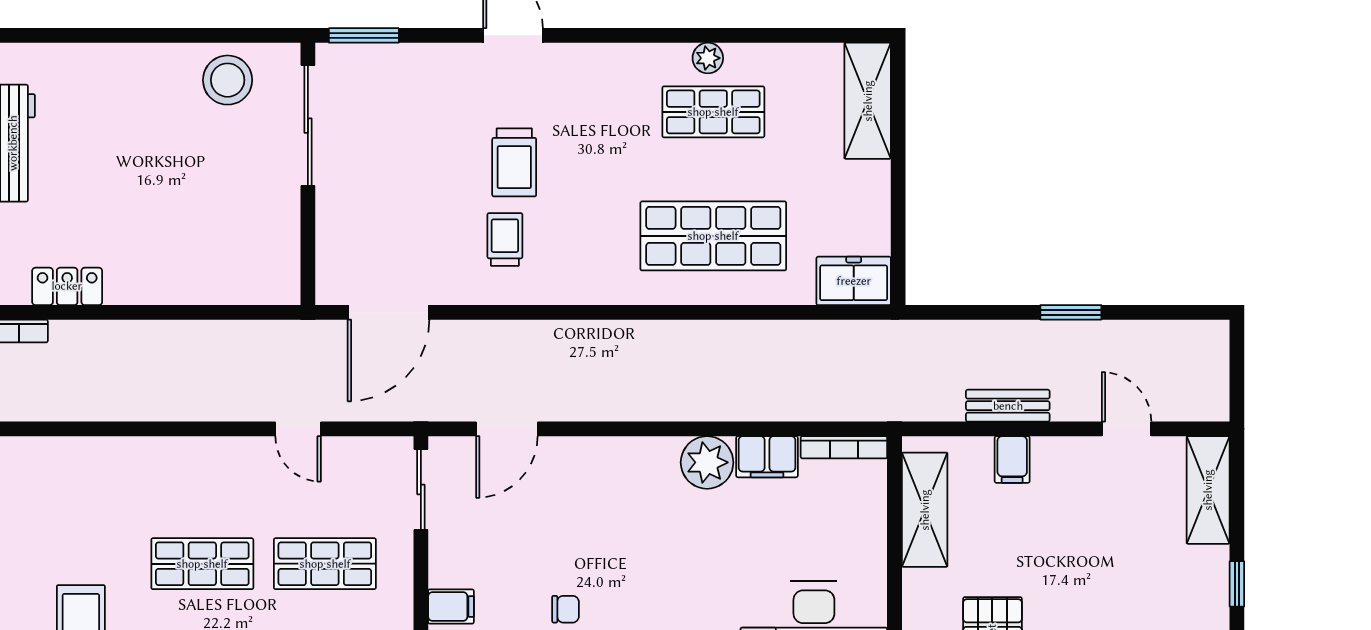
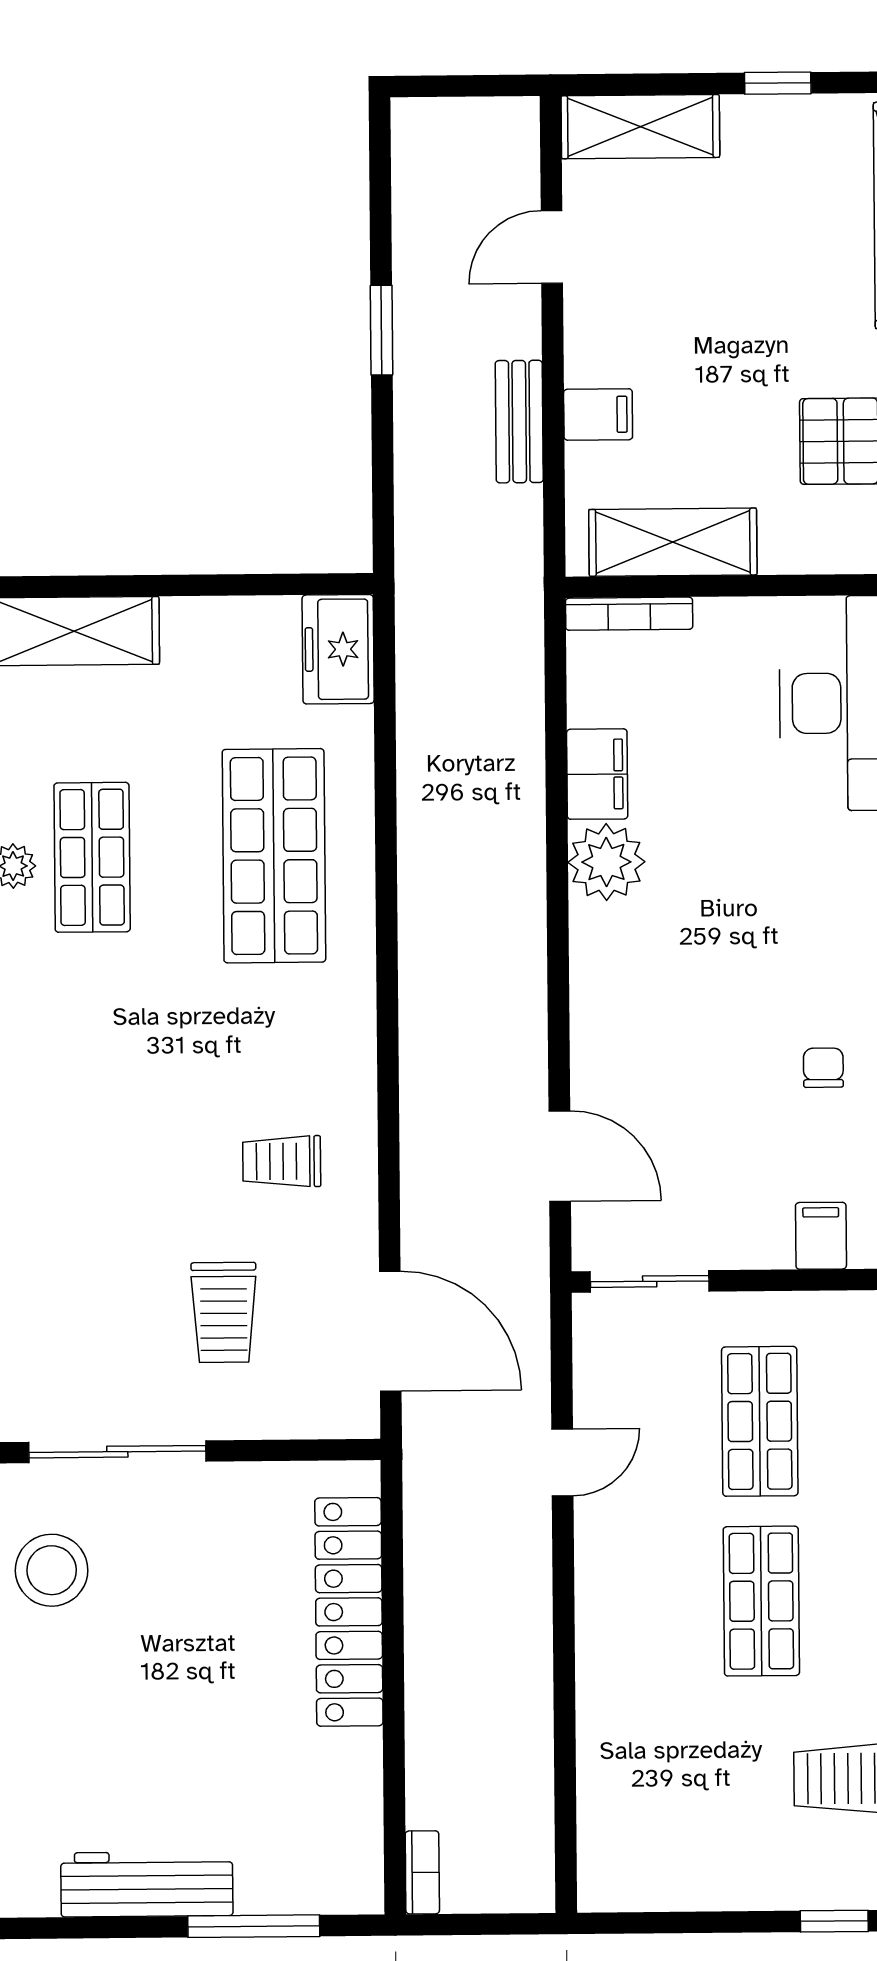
trolley: (514, 162) -> (224, 1312), moved, turned 90
locker: (67, 286) -> (349, 1612), moved, width x2.16, depth x1.21
bookcase: (844, 447) -> (629, 614), moved, turned 90

